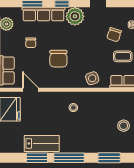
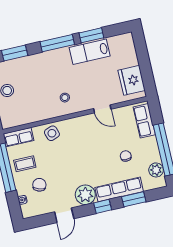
chair: (58, 59) -> (93, 146), removed
door: (30, 90) -> (102, 109), moved

